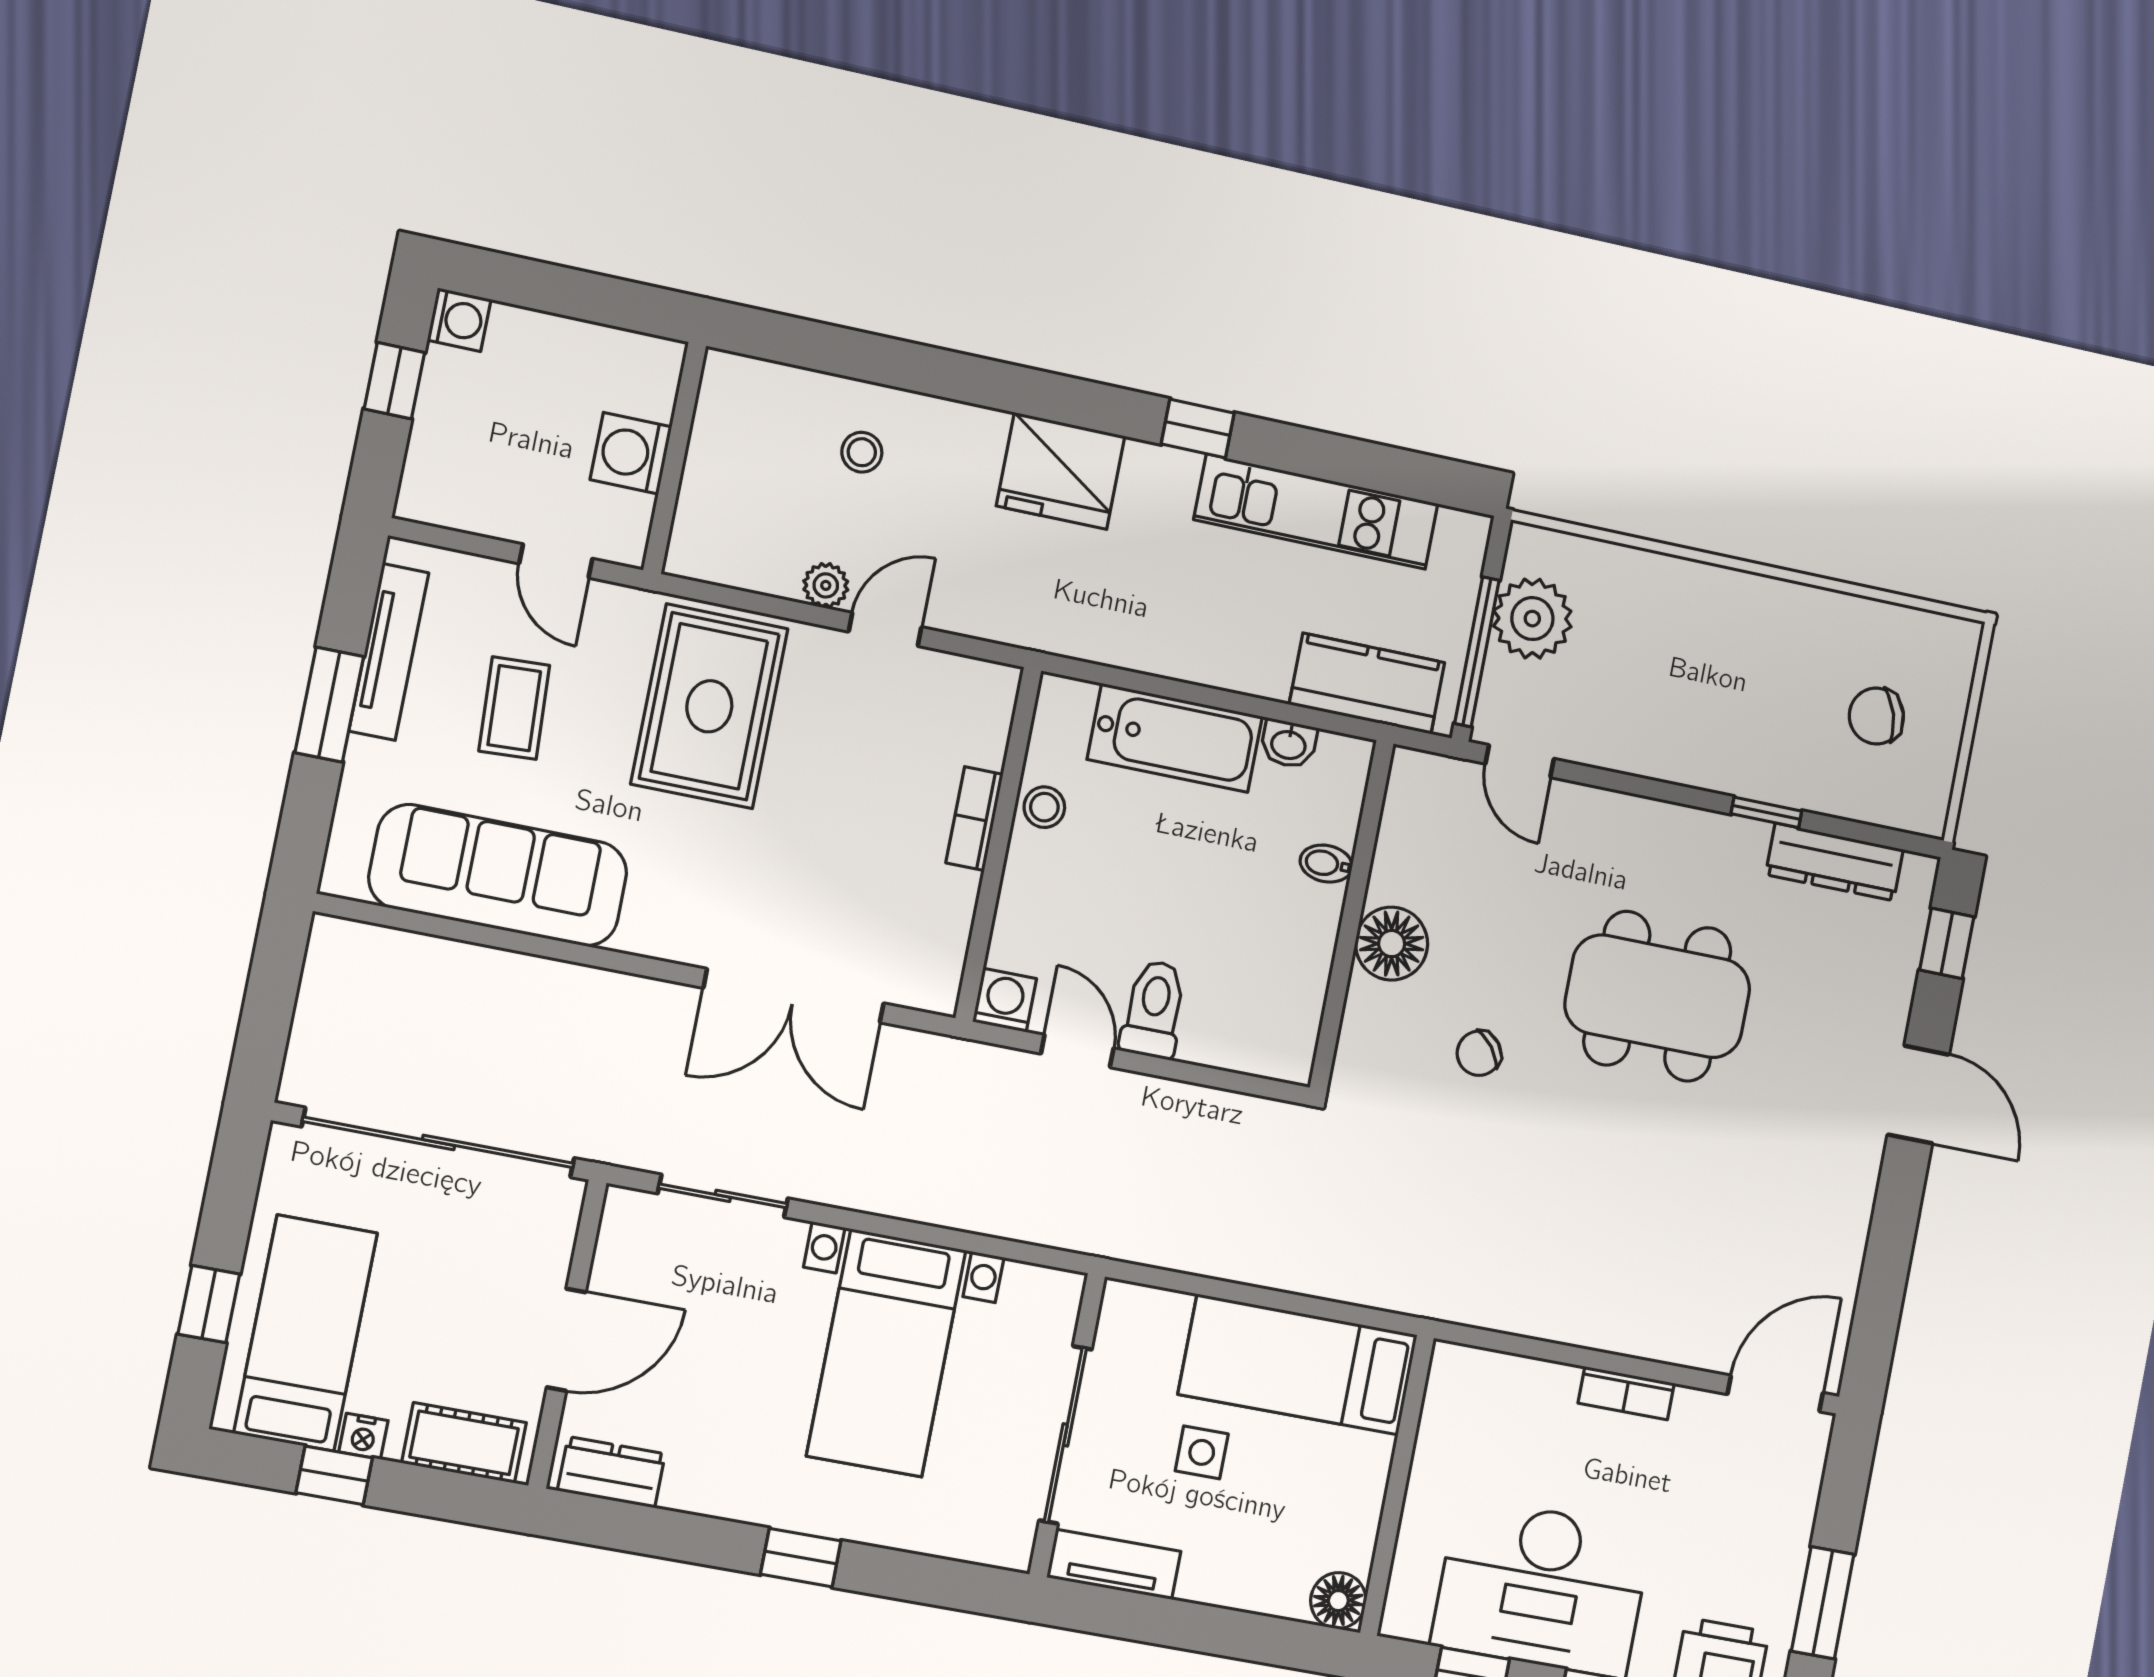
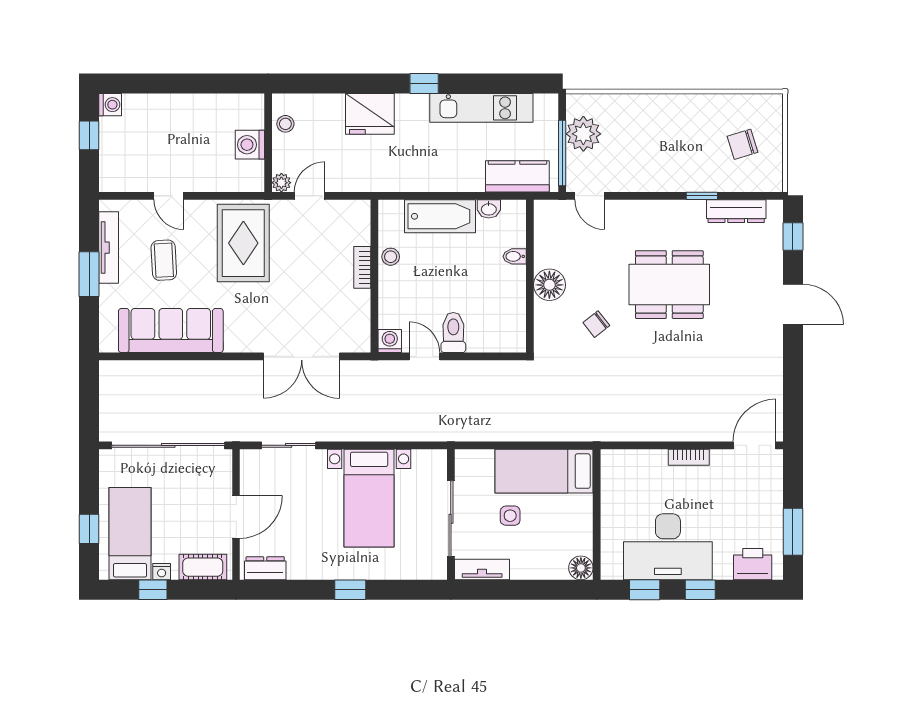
washing machine: (631, 453) -> (250, 145), moved
wall: (675, 458) -> (268, 143), moved

